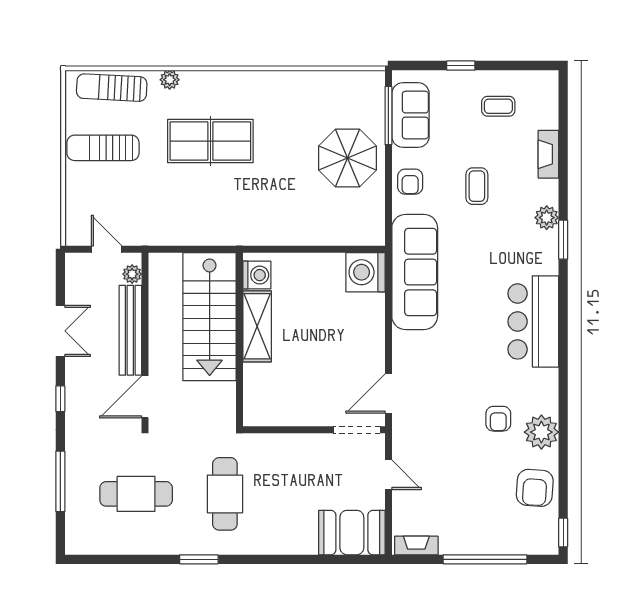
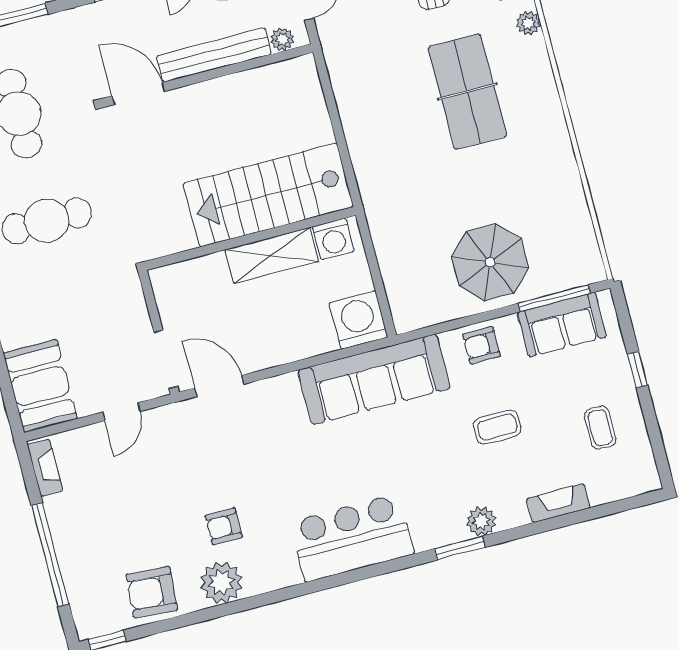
washing machine: (257, 275) -> (333, 239), moved
stairs: (210, 317) -> (268, 195), moved
shelving: (257, 326) -> (272, 255), moved
wall: (240, 339) -> (250, 238), moved

